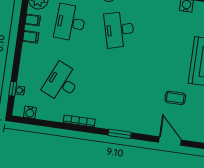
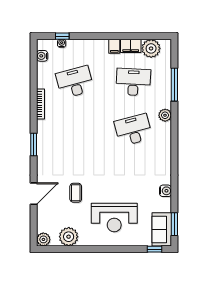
filing cabinet: (33, 20) -> (131, 46), width x2.00
desk: (62, 83) -> (75, 82), turned -39

